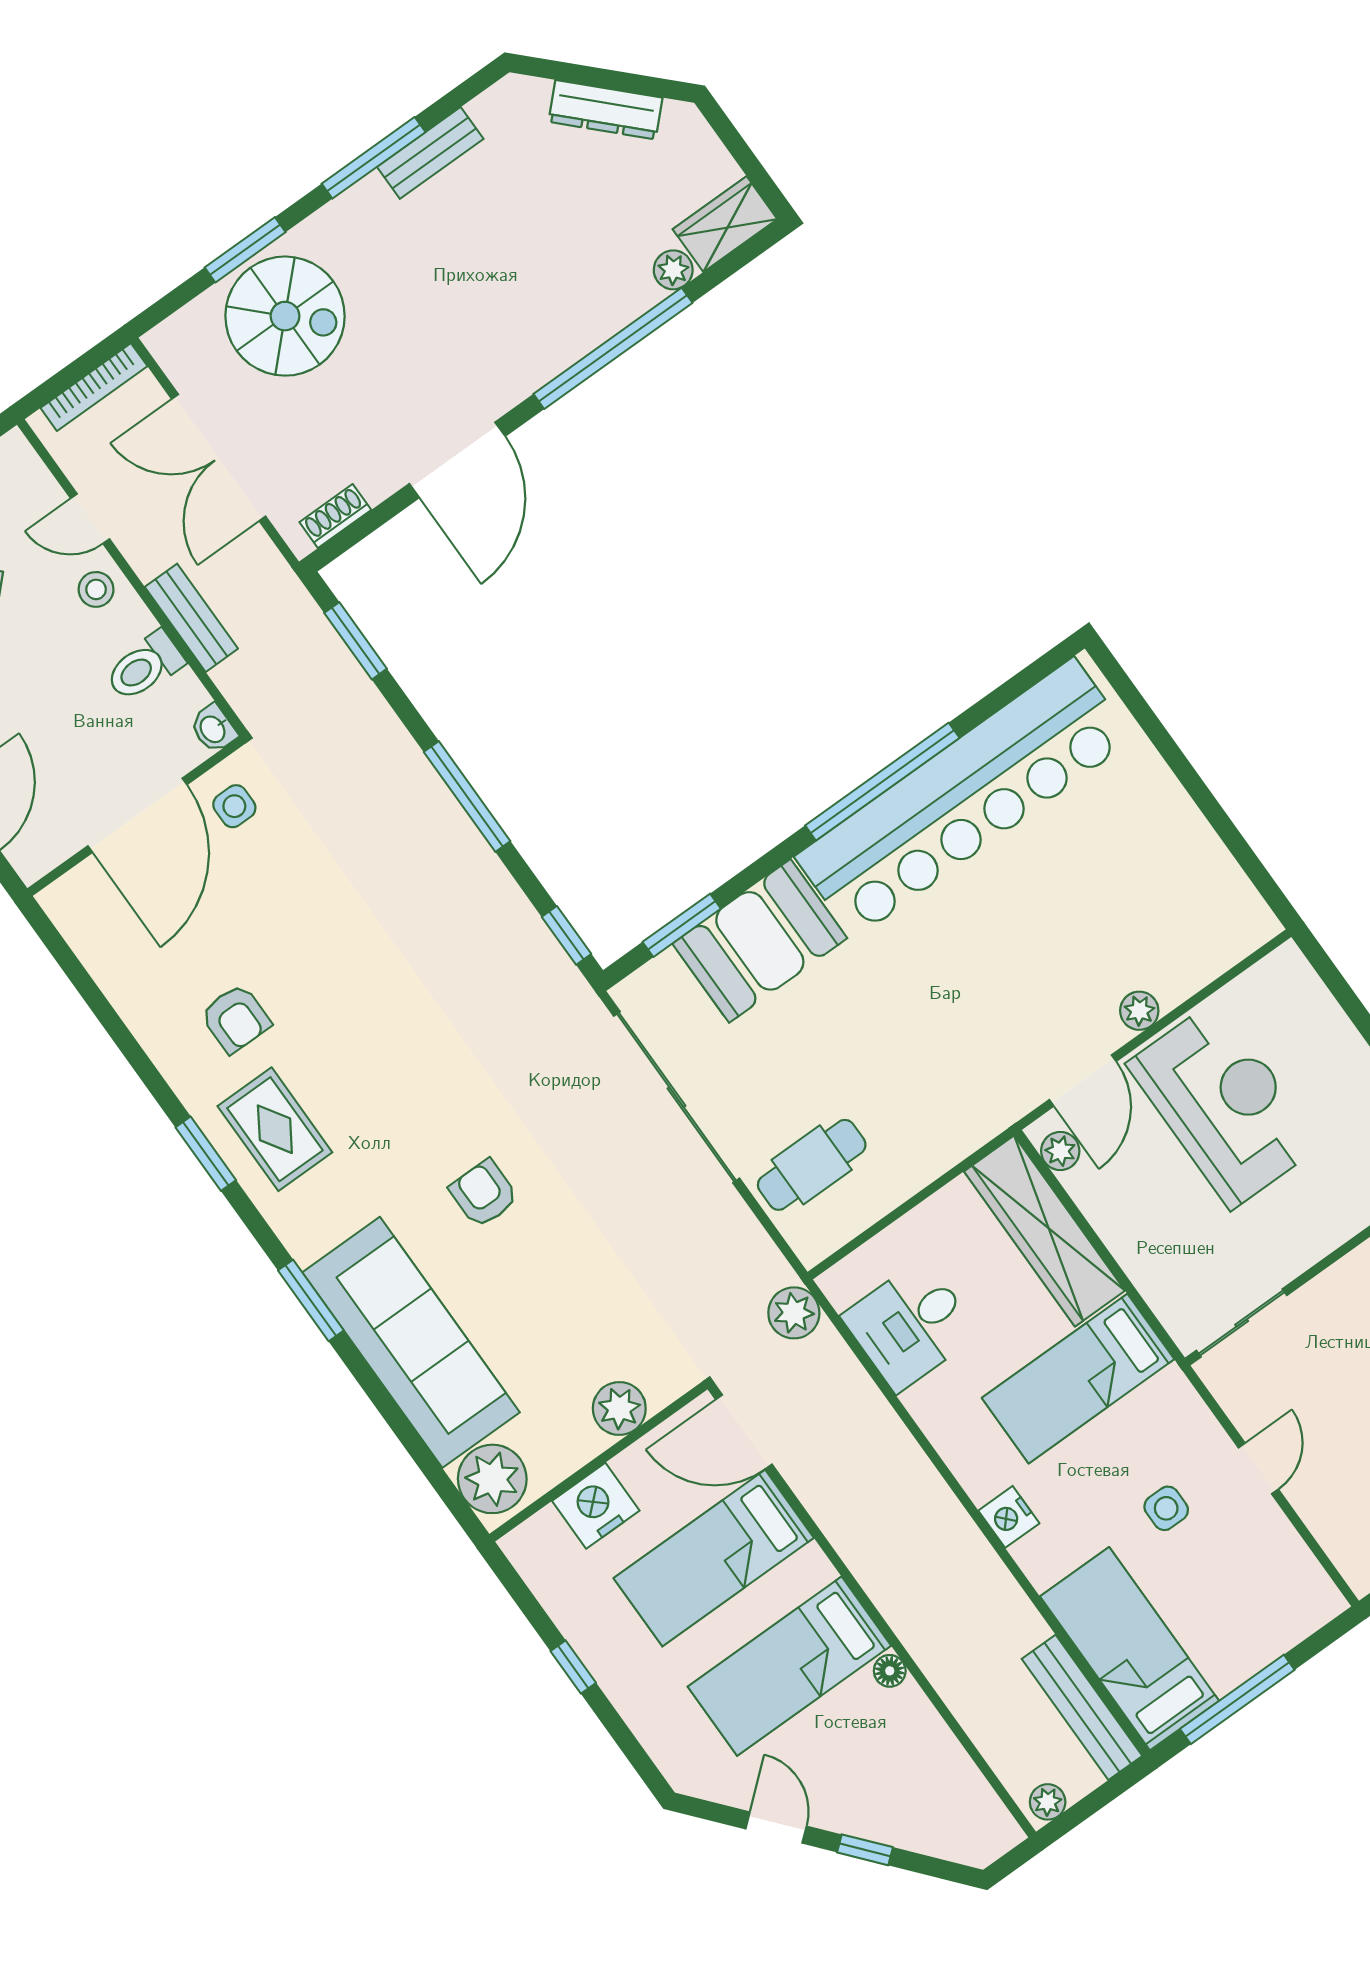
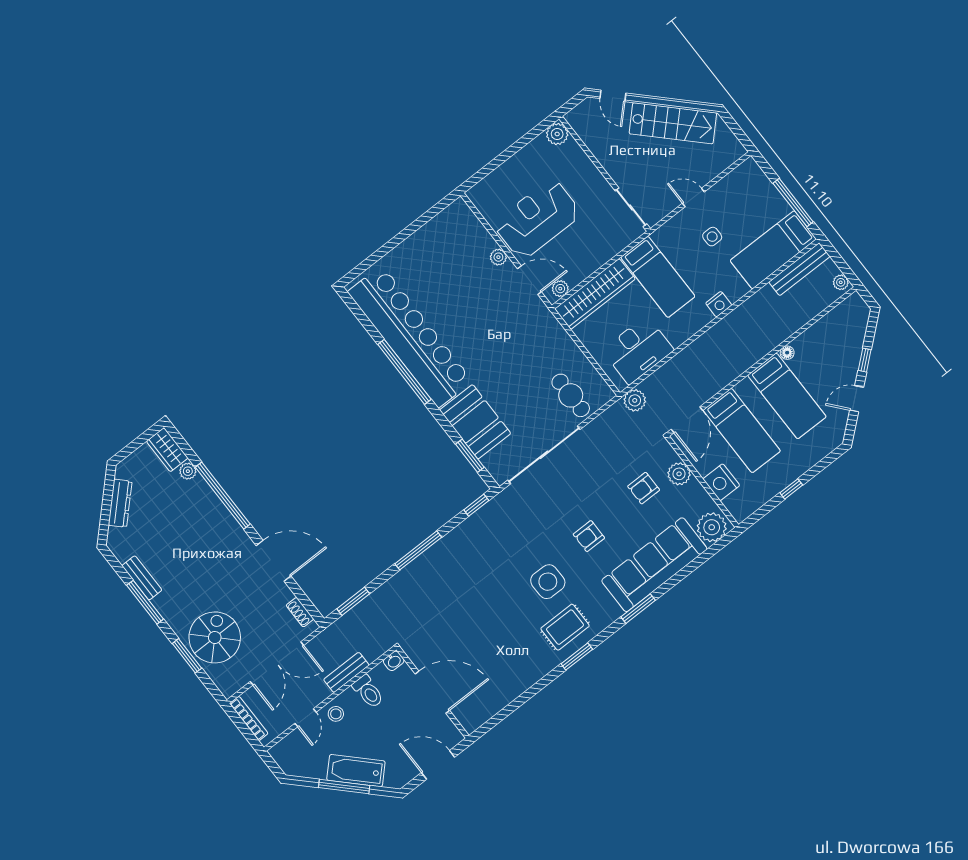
side table: (234, 806) -> (548, 582), moved, width x1.87, depth x1.87
armchair: (236, 1019) -> (644, 488), moved, turned 180
desk: (910, 1325) -> (638, 350), width x1.37

